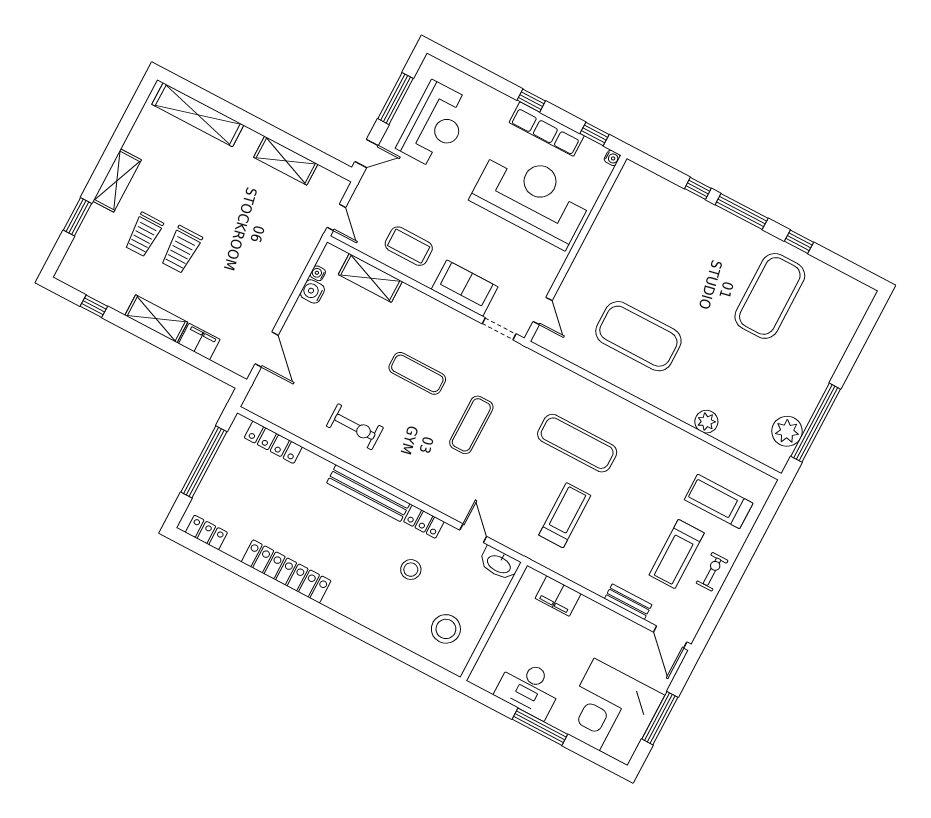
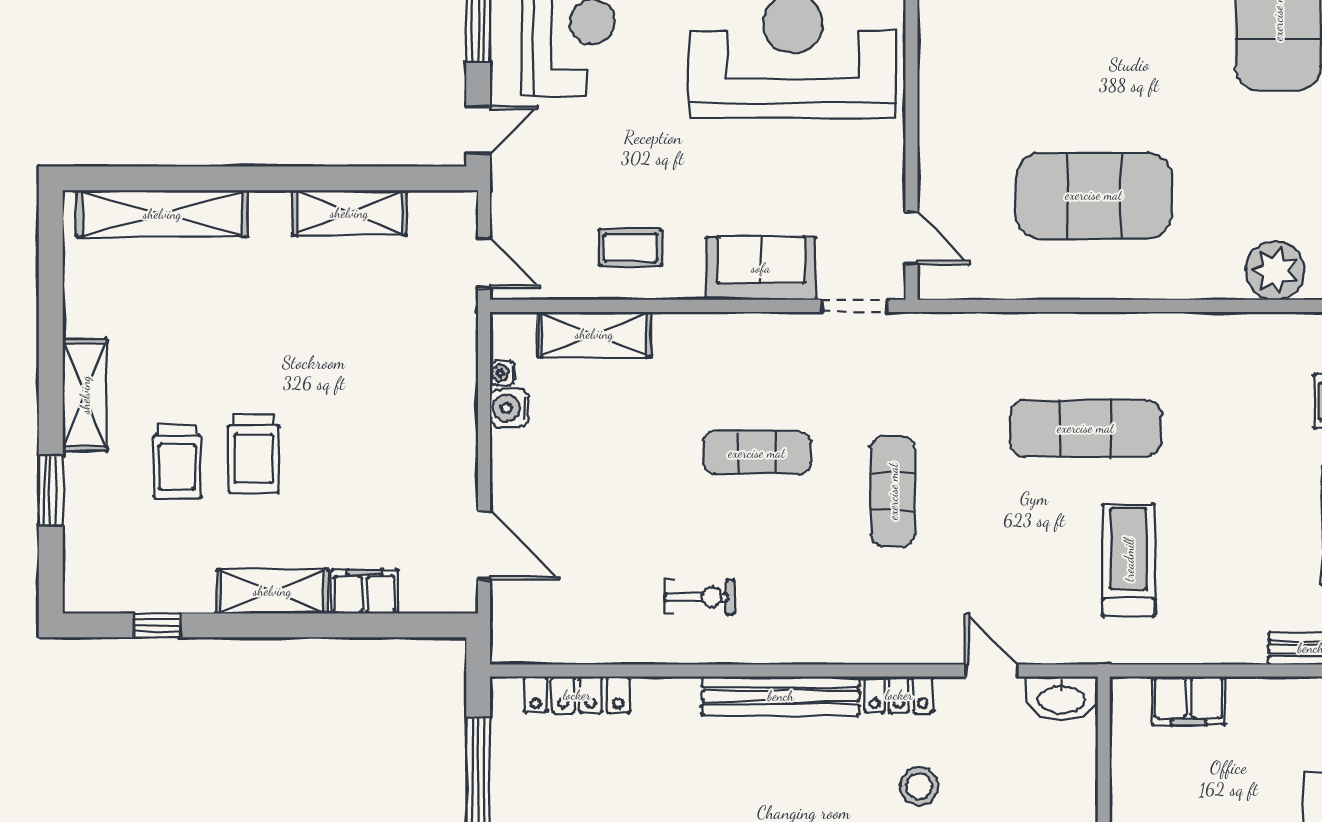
coffee table: (409, 246) -> (630, 247), width x0.73, depth x0.77
plant: (706, 422) -> (1275, 271), width x1.36, depth x1.36
exercise bike: (355, 427) -> (700, 597), width x0.73, depth x0.72

